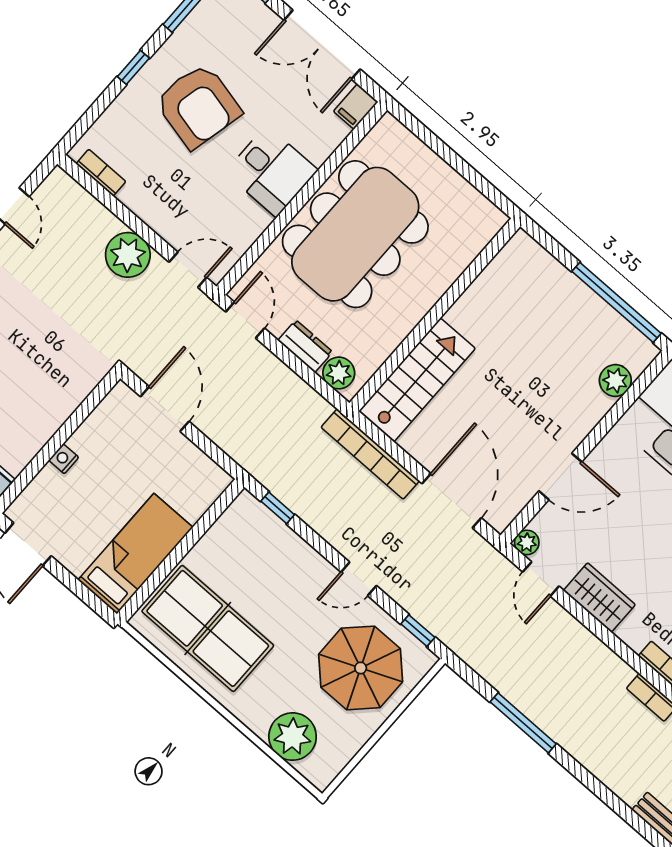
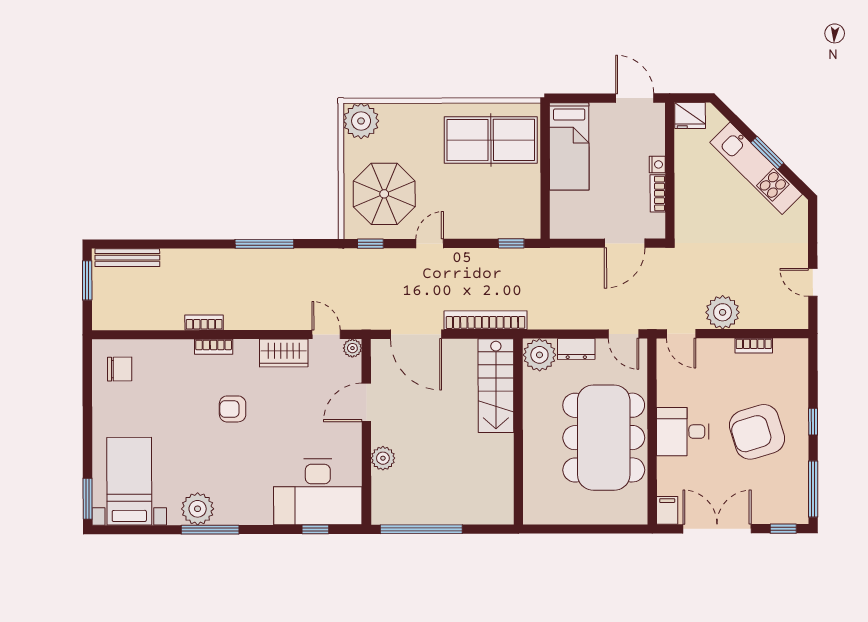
armchair: (198, 106) -> (757, 432), turned -30
bookcase: (101, 173) -> (754, 346), moved
door: (188, 270) -> (681, 334), hinge flipped
plant: (339, 373) -> (539, 355), width x1.36, depth x1.36
plant: (615, 381) -> (383, 458), moved
door: (165, 409) -> (625, 243), hinge flipped
bookcase: (88, 430) -> (658, 193), added
plant: (293, 737) -> (361, 121), moved

